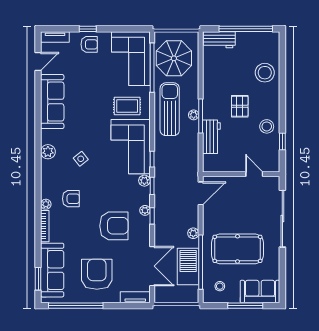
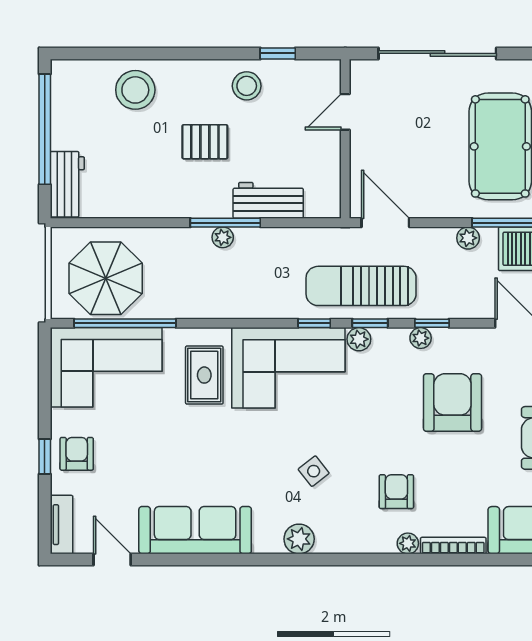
sun lounger: (170, 109) -> (361, 286), moved

